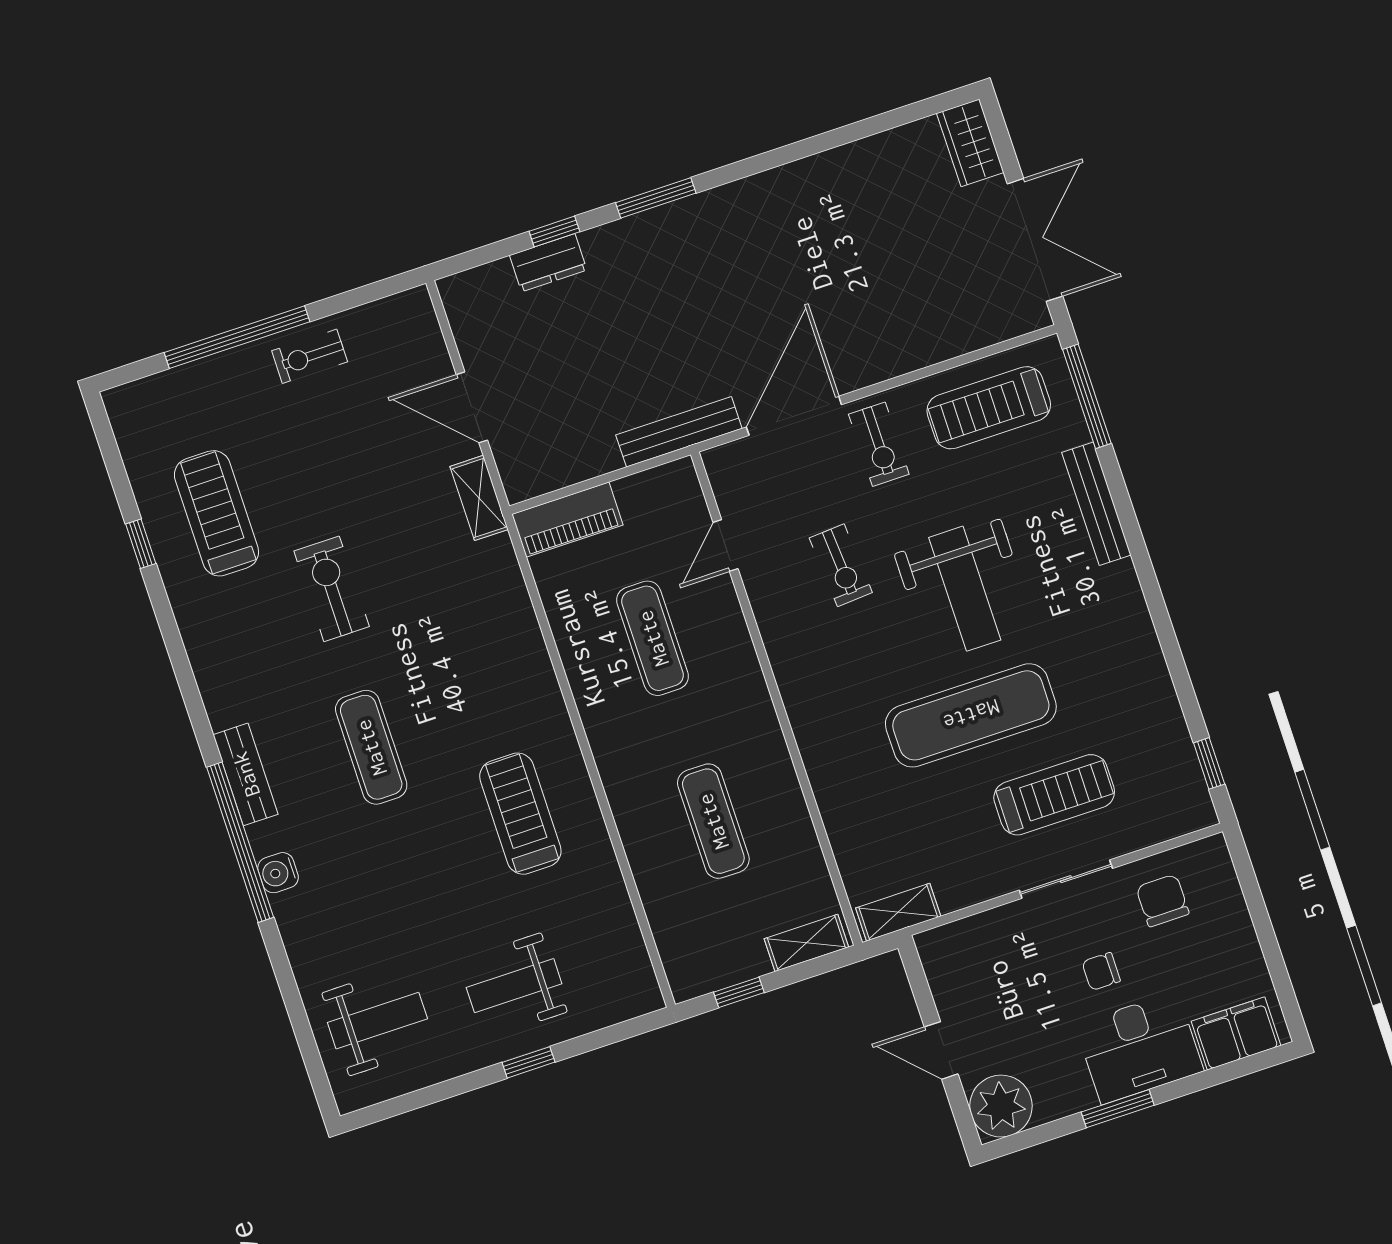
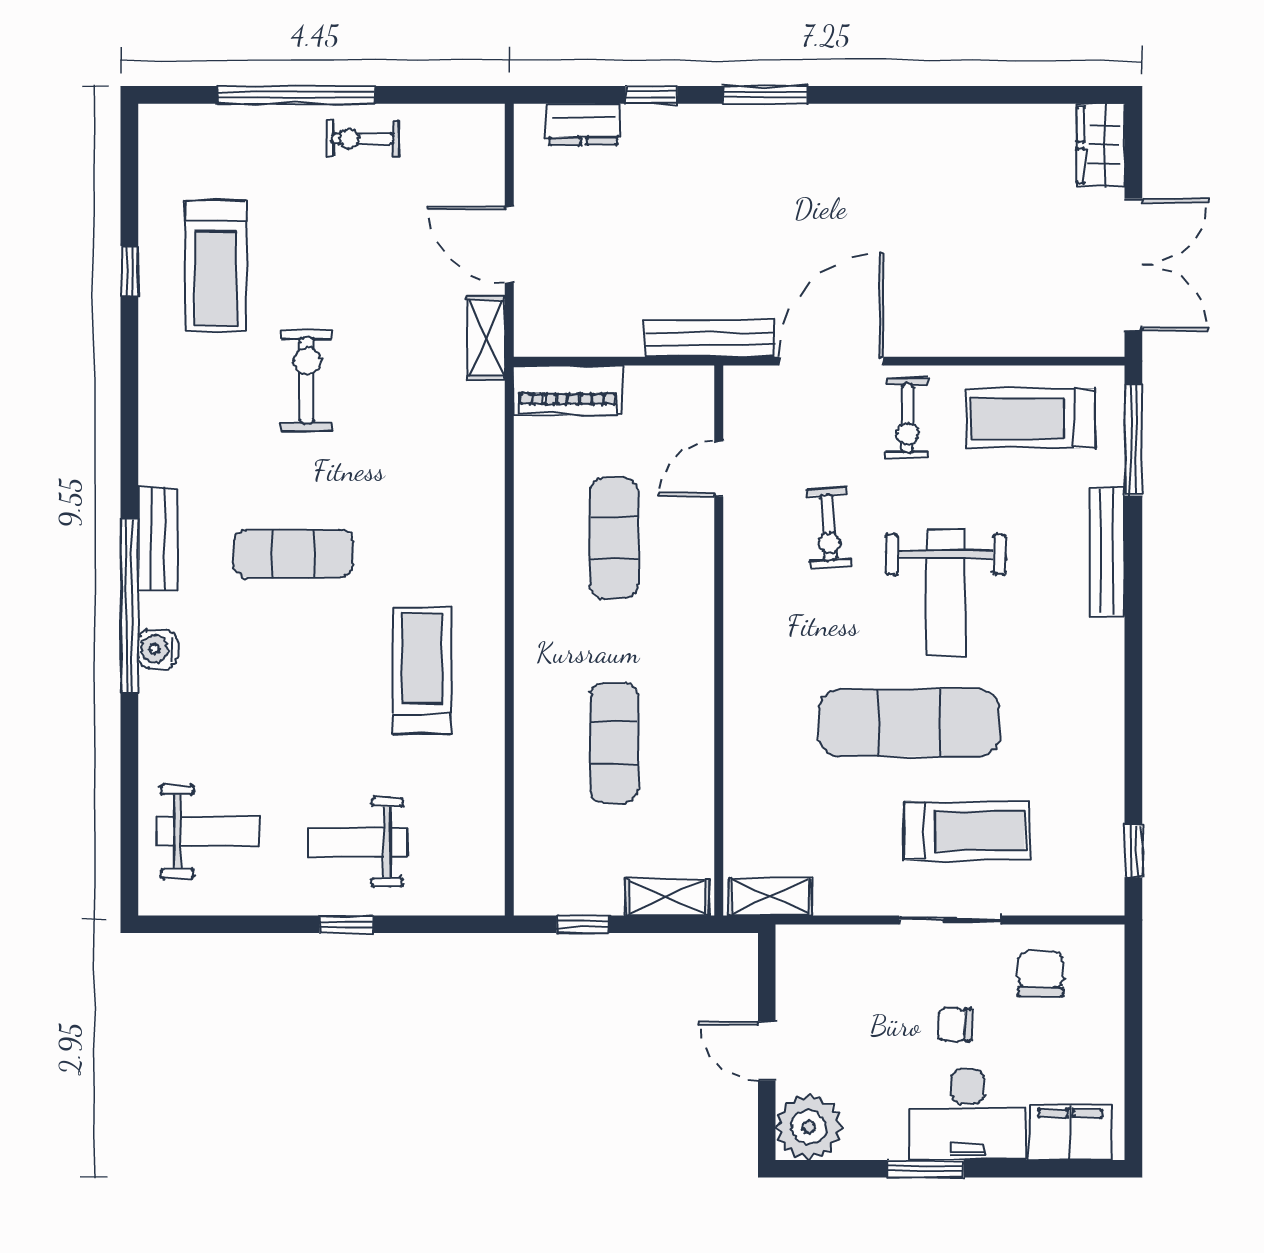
dresser: (548, 263) -> (583, 124), moved
treadmill: (216, 513) -> (216, 266), turned 180
exercise mat: (371, 747) -> (294, 554), turned 90

